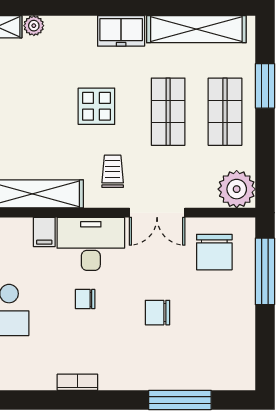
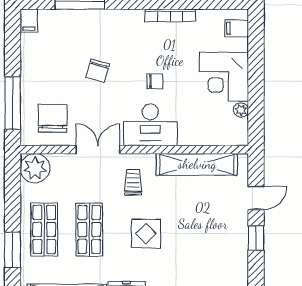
trolley: (113, 171) -> (133, 182), turned 180
filing cabinet: (44, 232) -> (29, 20), moved, turned 180
chair: (157, 313) -> (98, 71), turned 106
bookcase: (77, 382) -> (170, 15), width x1.56

